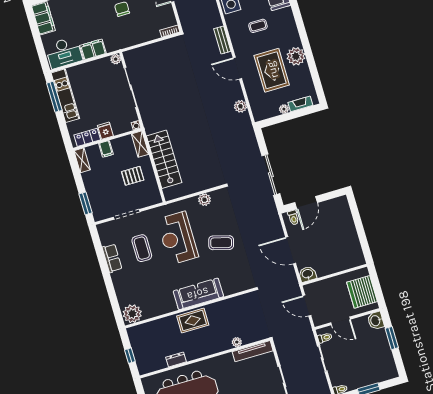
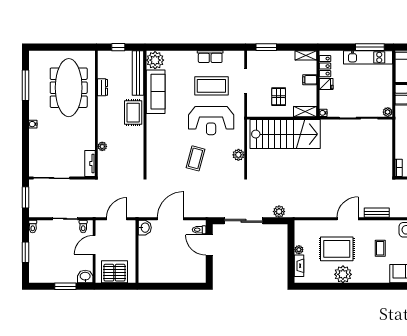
plant: (240, 106) -> (279, 212), moved
stairs: (164, 159) -> (285, 134), width x1.36, depth x1.51
reception desk: (178, 238) -> (211, 121), turned 180
coffee table: (142, 248) -> (211, 86), width x1.36, depth x1.32
sofa: (198, 294) -> (156, 92), moved
bench: (151, 327) -> (138, 73), added
tv unit: (253, 351) -> (90, 164), width x0.71

